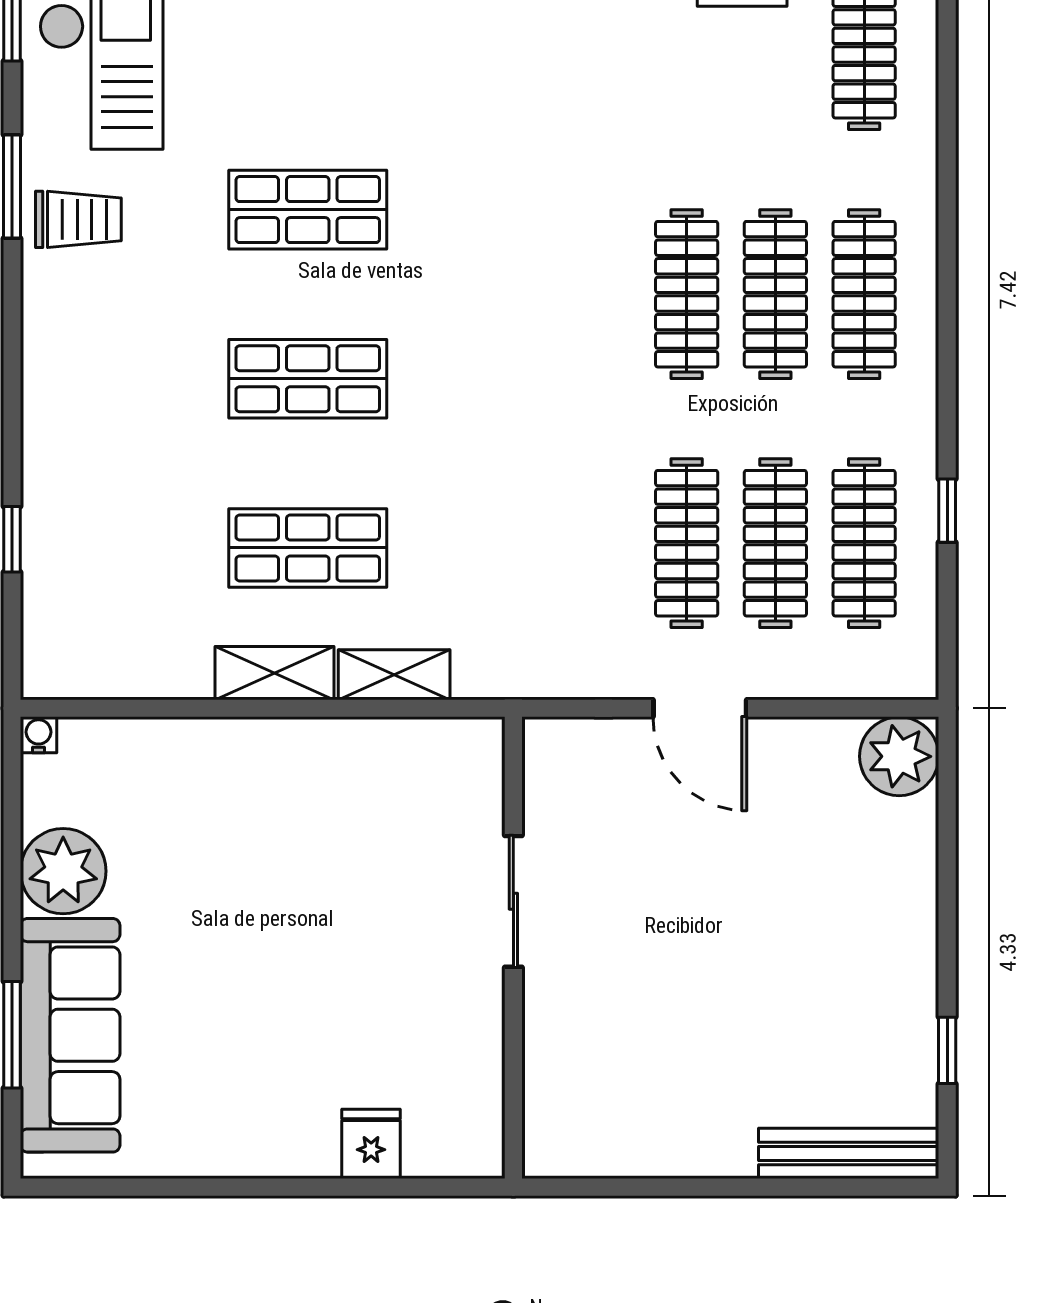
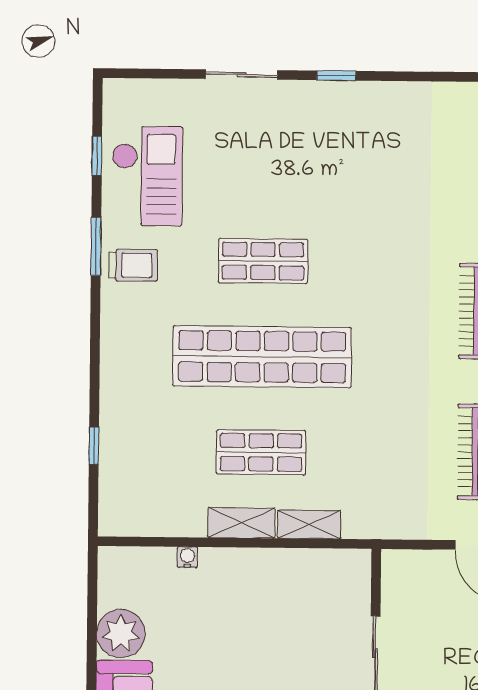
shop shelf: (308, 379) -> (262, 357), width x2.00, depth x1.36
water cooler: (38, 735) -> (187, 557), moved

